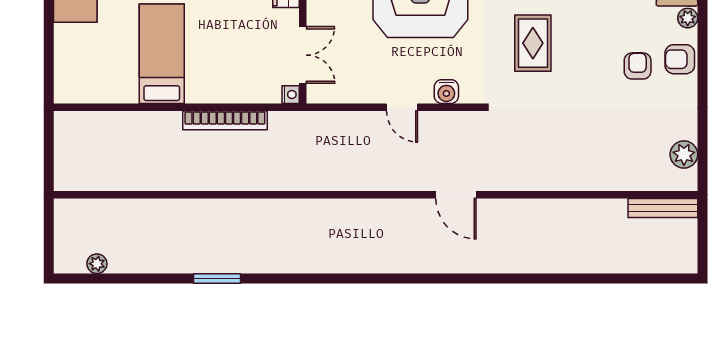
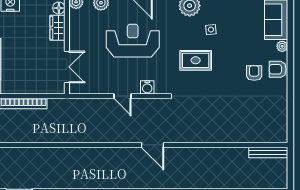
rug: (533, 43) -> (196, 60), turned 90
nightstand: (291, 95) -> (60, 89), removed
plant: (684, 154) -> (280, 123), removed

